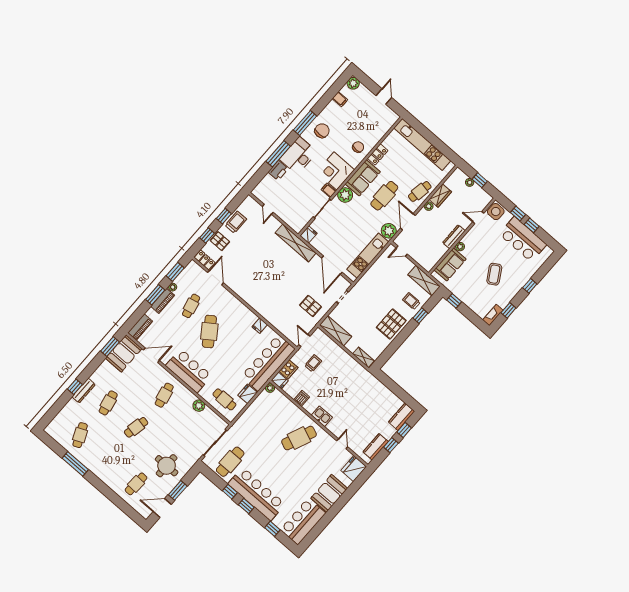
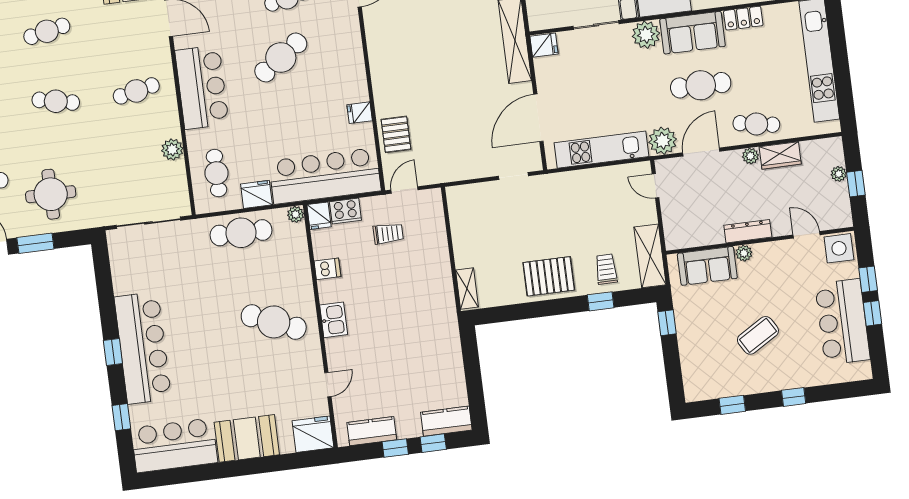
pallet: (311, 306) -> (396, 134), moved
fireplace: (493, 315) -> (704, 392), removed
shelving: (336, 331) -> (461, 216), removed
cafe table: (230, 462) -> (241, 233), moved
window: (230, 492) -> (108, 311), removed

